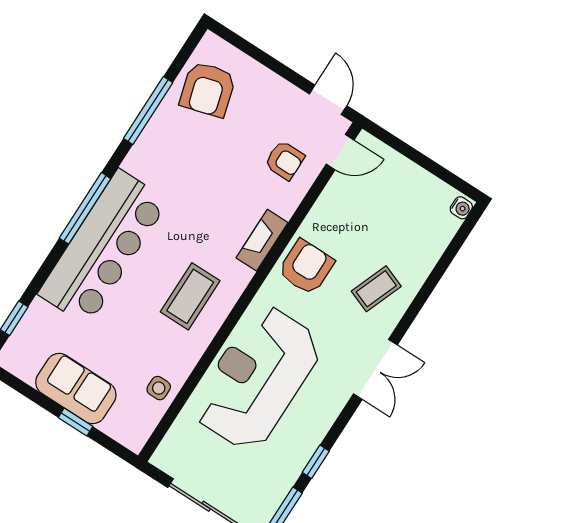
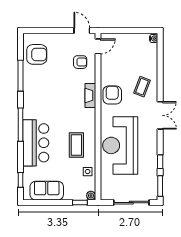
armchair: (208, 89) -> (37, 54), turned -74
bar counter: (103, 247) -> (36, 143), width x0.73
coffee table: (190, 296) -> (76, 145), moved
sofa: (76, 389) -> (47, 191), moved
window: (75, 422) -> (80, 203), moved
plant: (135, 440) -> (91, 196), added

